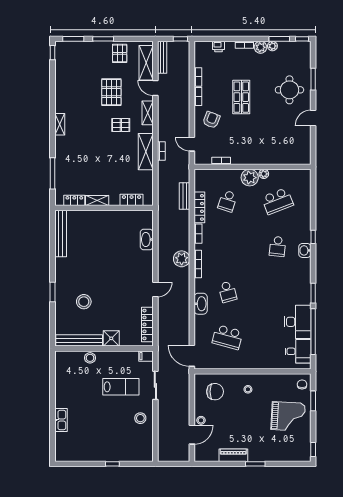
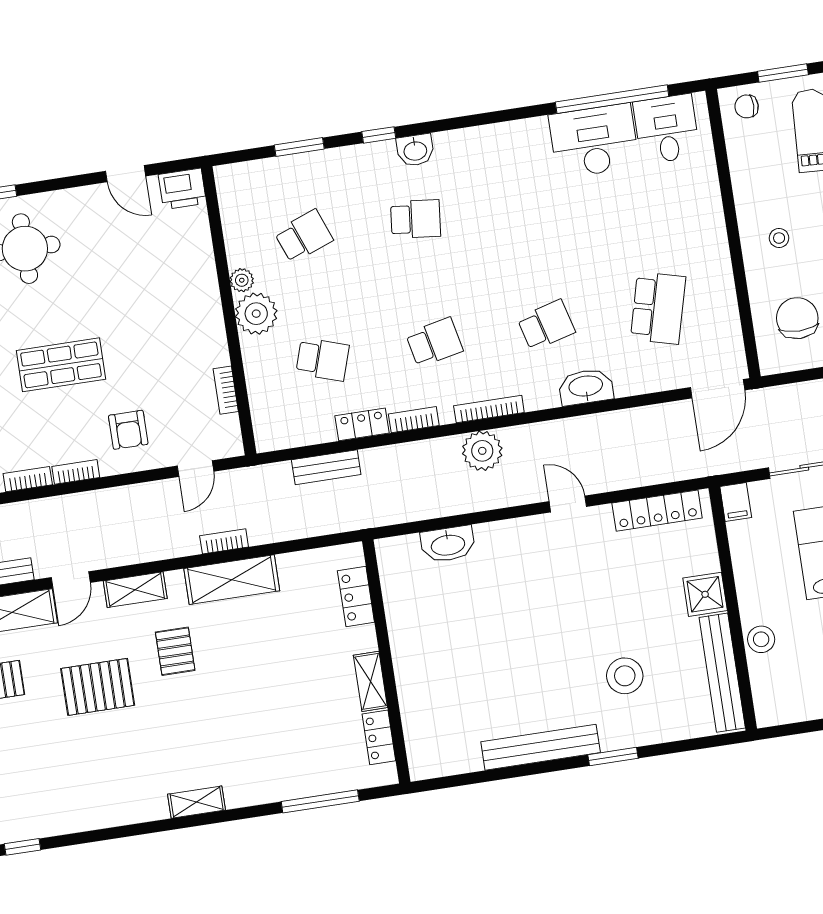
door: (313, 118) -> (126, 174), moved
armchair: (211, 120) -> (128, 430), turned -111
printer: (304, 156) -> (182, 189), added
school desk: (277, 201) -> (304, 236), width x0.54
locker: (199, 207) -> (362, 424), width x0.66
bench: (61, 234) -> (541, 747), moved
school desk: (228, 246) -> (434, 342), added
window: (313, 293) -> (299, 147), moved

